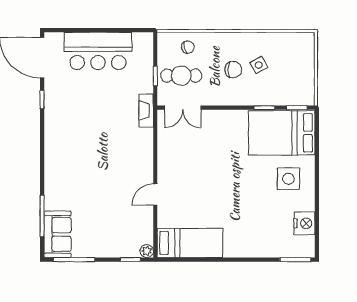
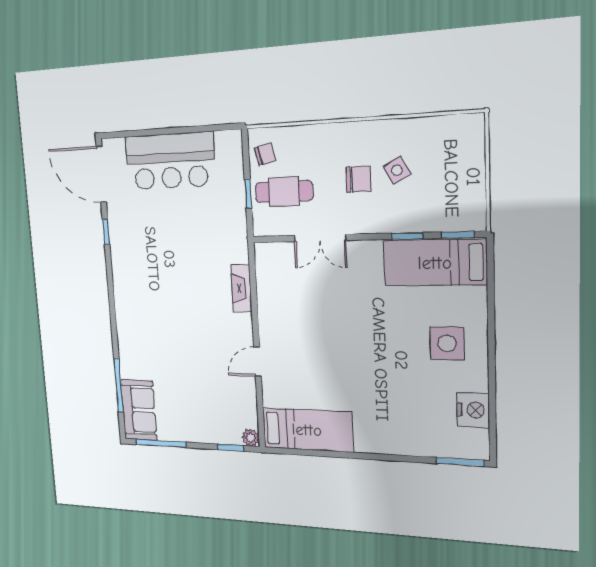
chair: (188, 47) -> (265, 154), moved
double door: (183, 108) -> (320, 238), moved
fireplace: (146, 111) -> (241, 288), moved
bed: (282, 133) -> (435, 263), width x0.67

